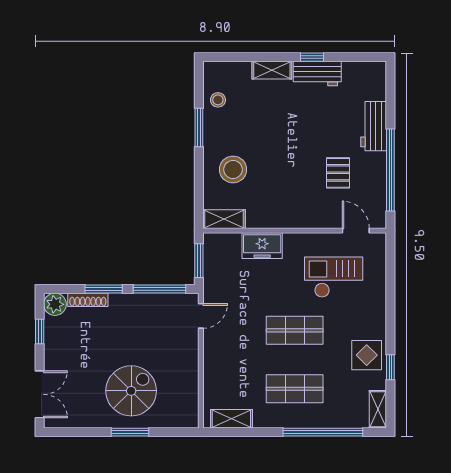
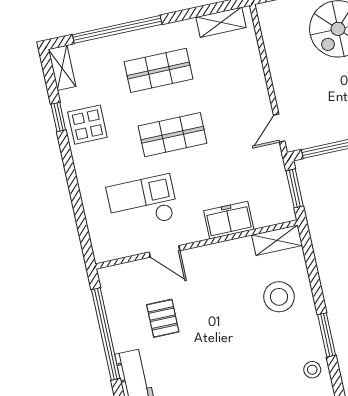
door: (356, 231) -> (165, 251), moved
checkout: (334, 277) -> (142, 203), turned 180

